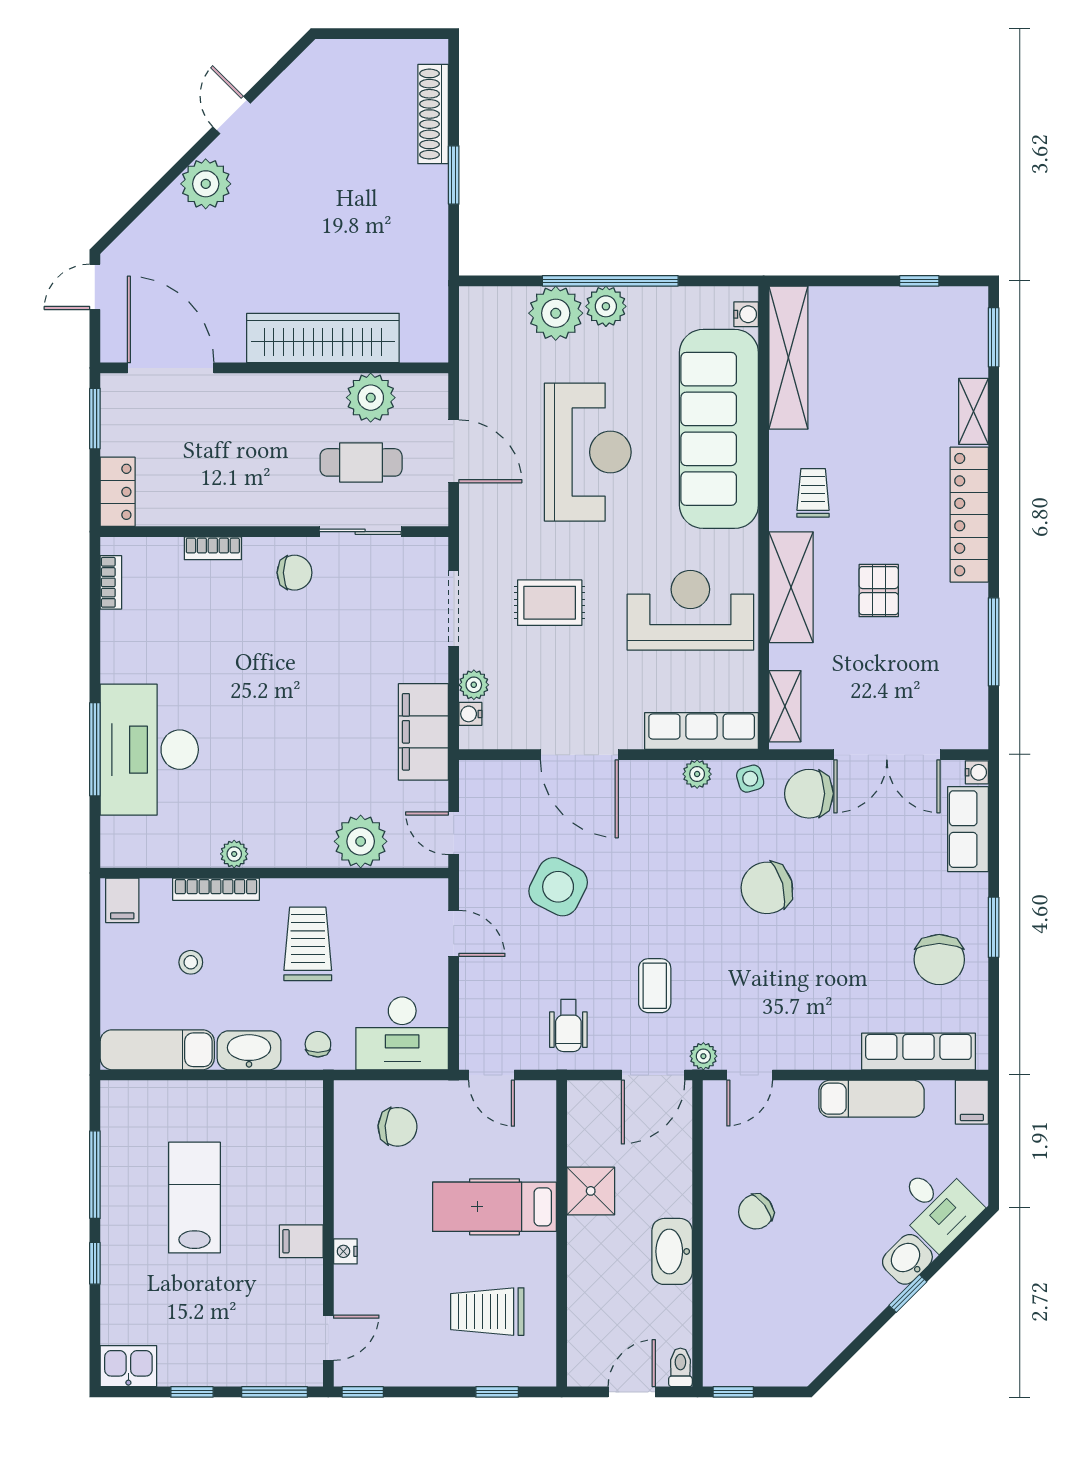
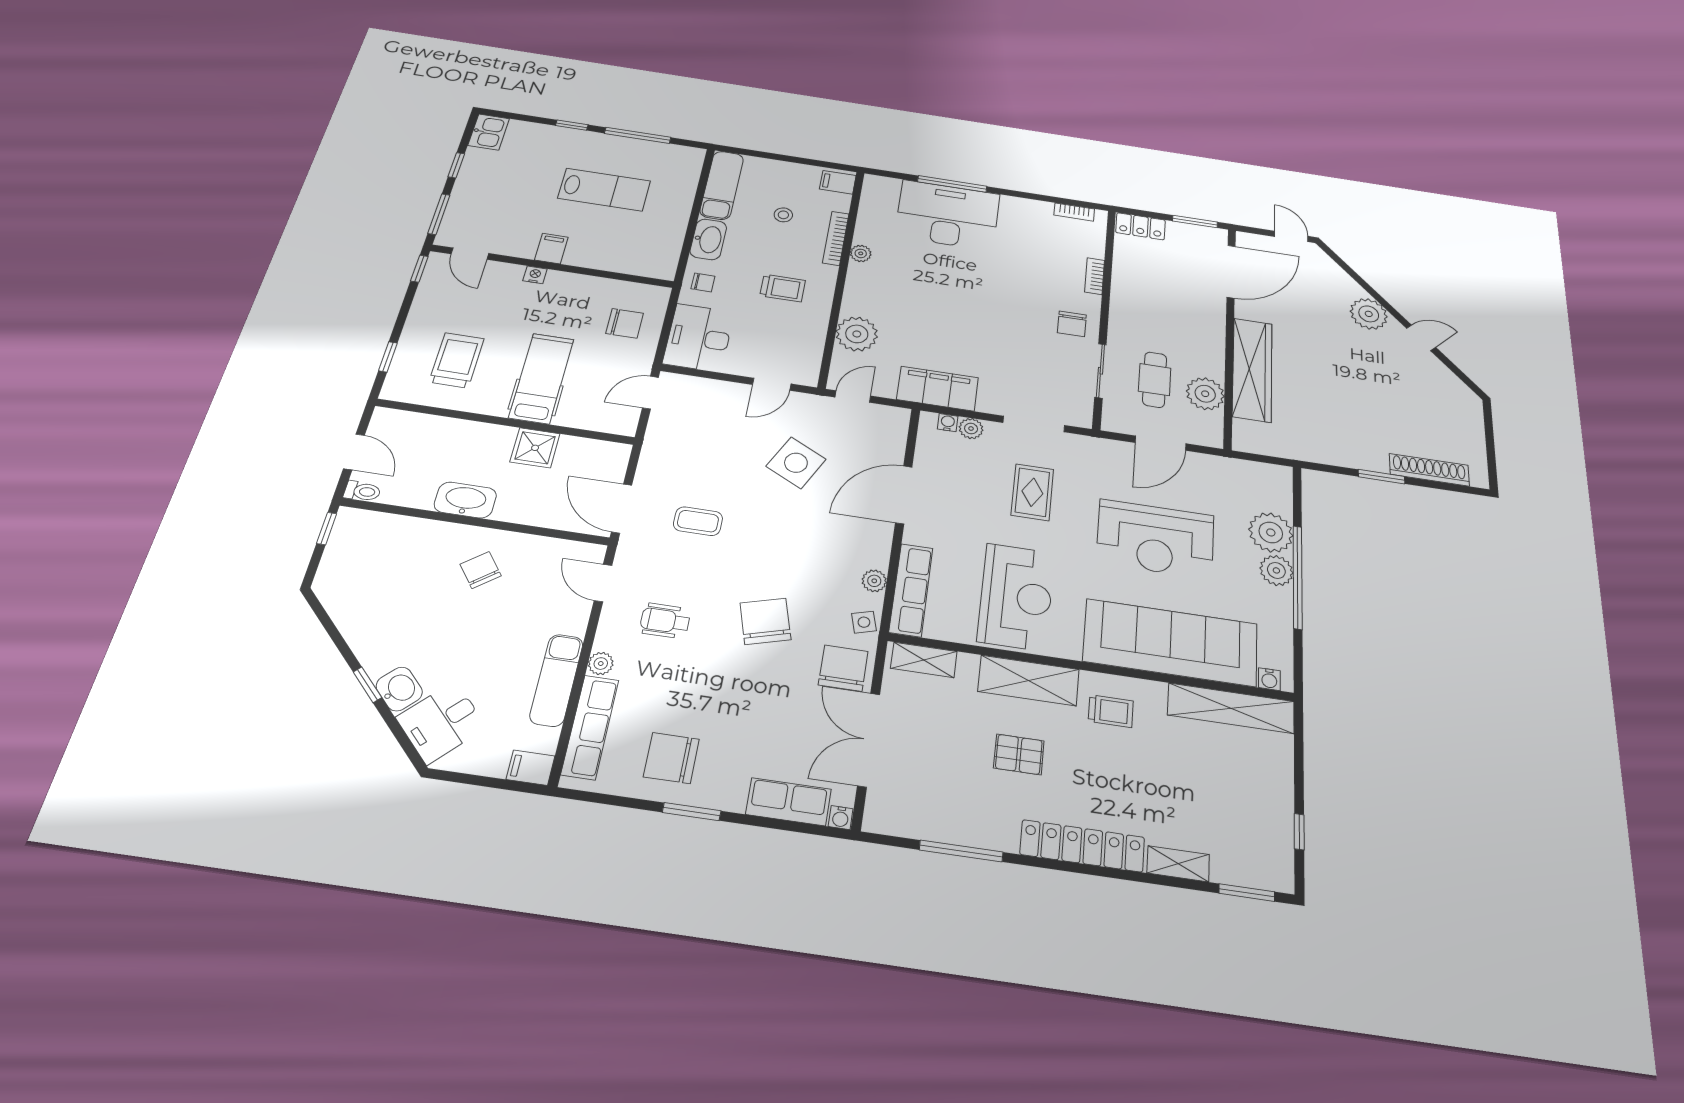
trolley: (308, 944) -> (783, 288), width x0.73, depth x0.72
wheelchair: (568, 1026) -> (665, 621), moved
plant: (703, 1056) -> (601, 664), moved
chair: (397, 1127) -> (625, 323), turned -94

